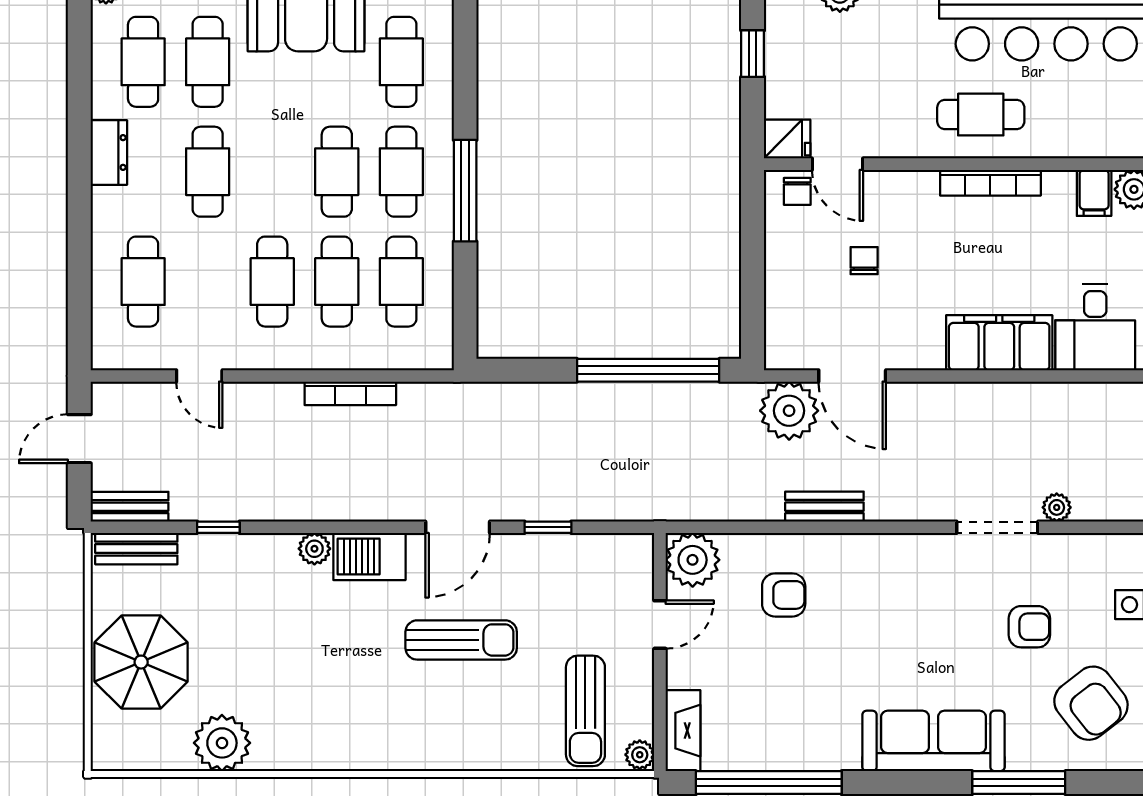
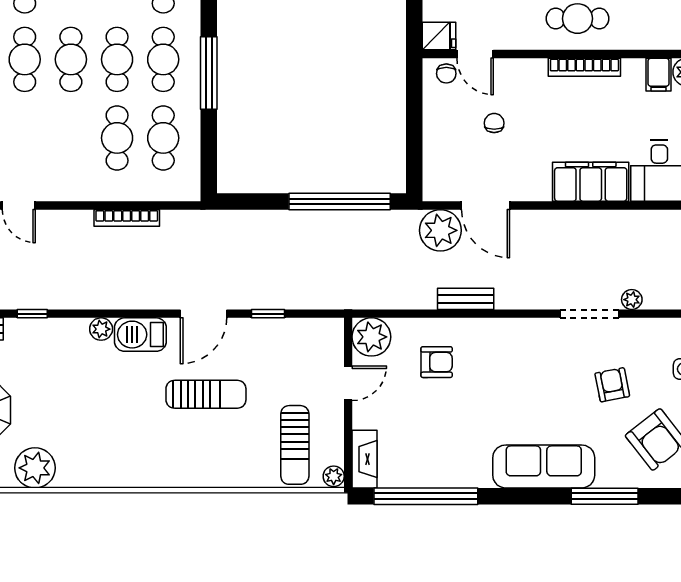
cafe table: (272, 282) -> (71, 59), moved
armchair: (1029, 627) -> (612, 385), turned -101

